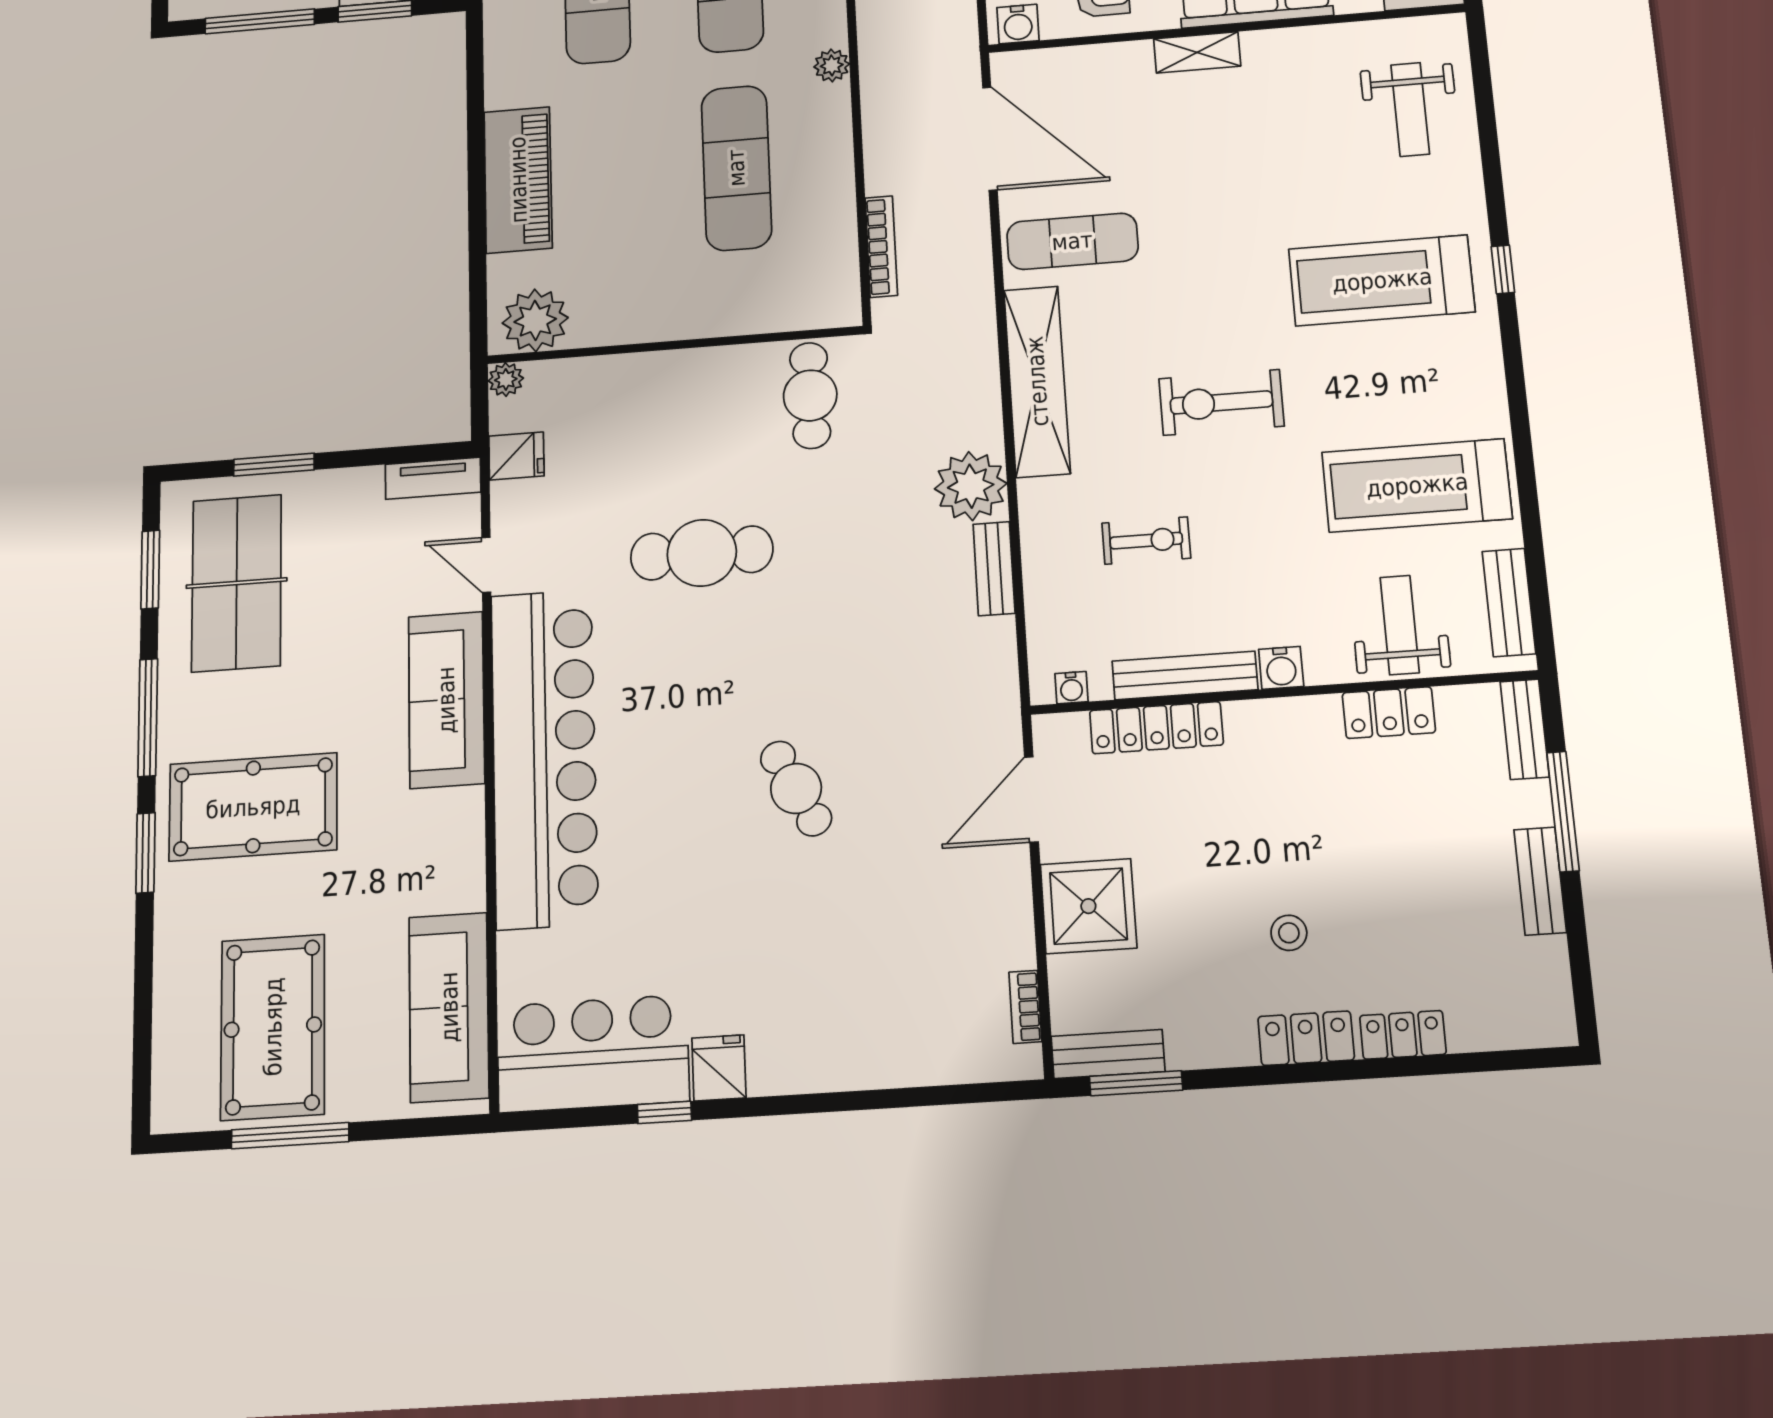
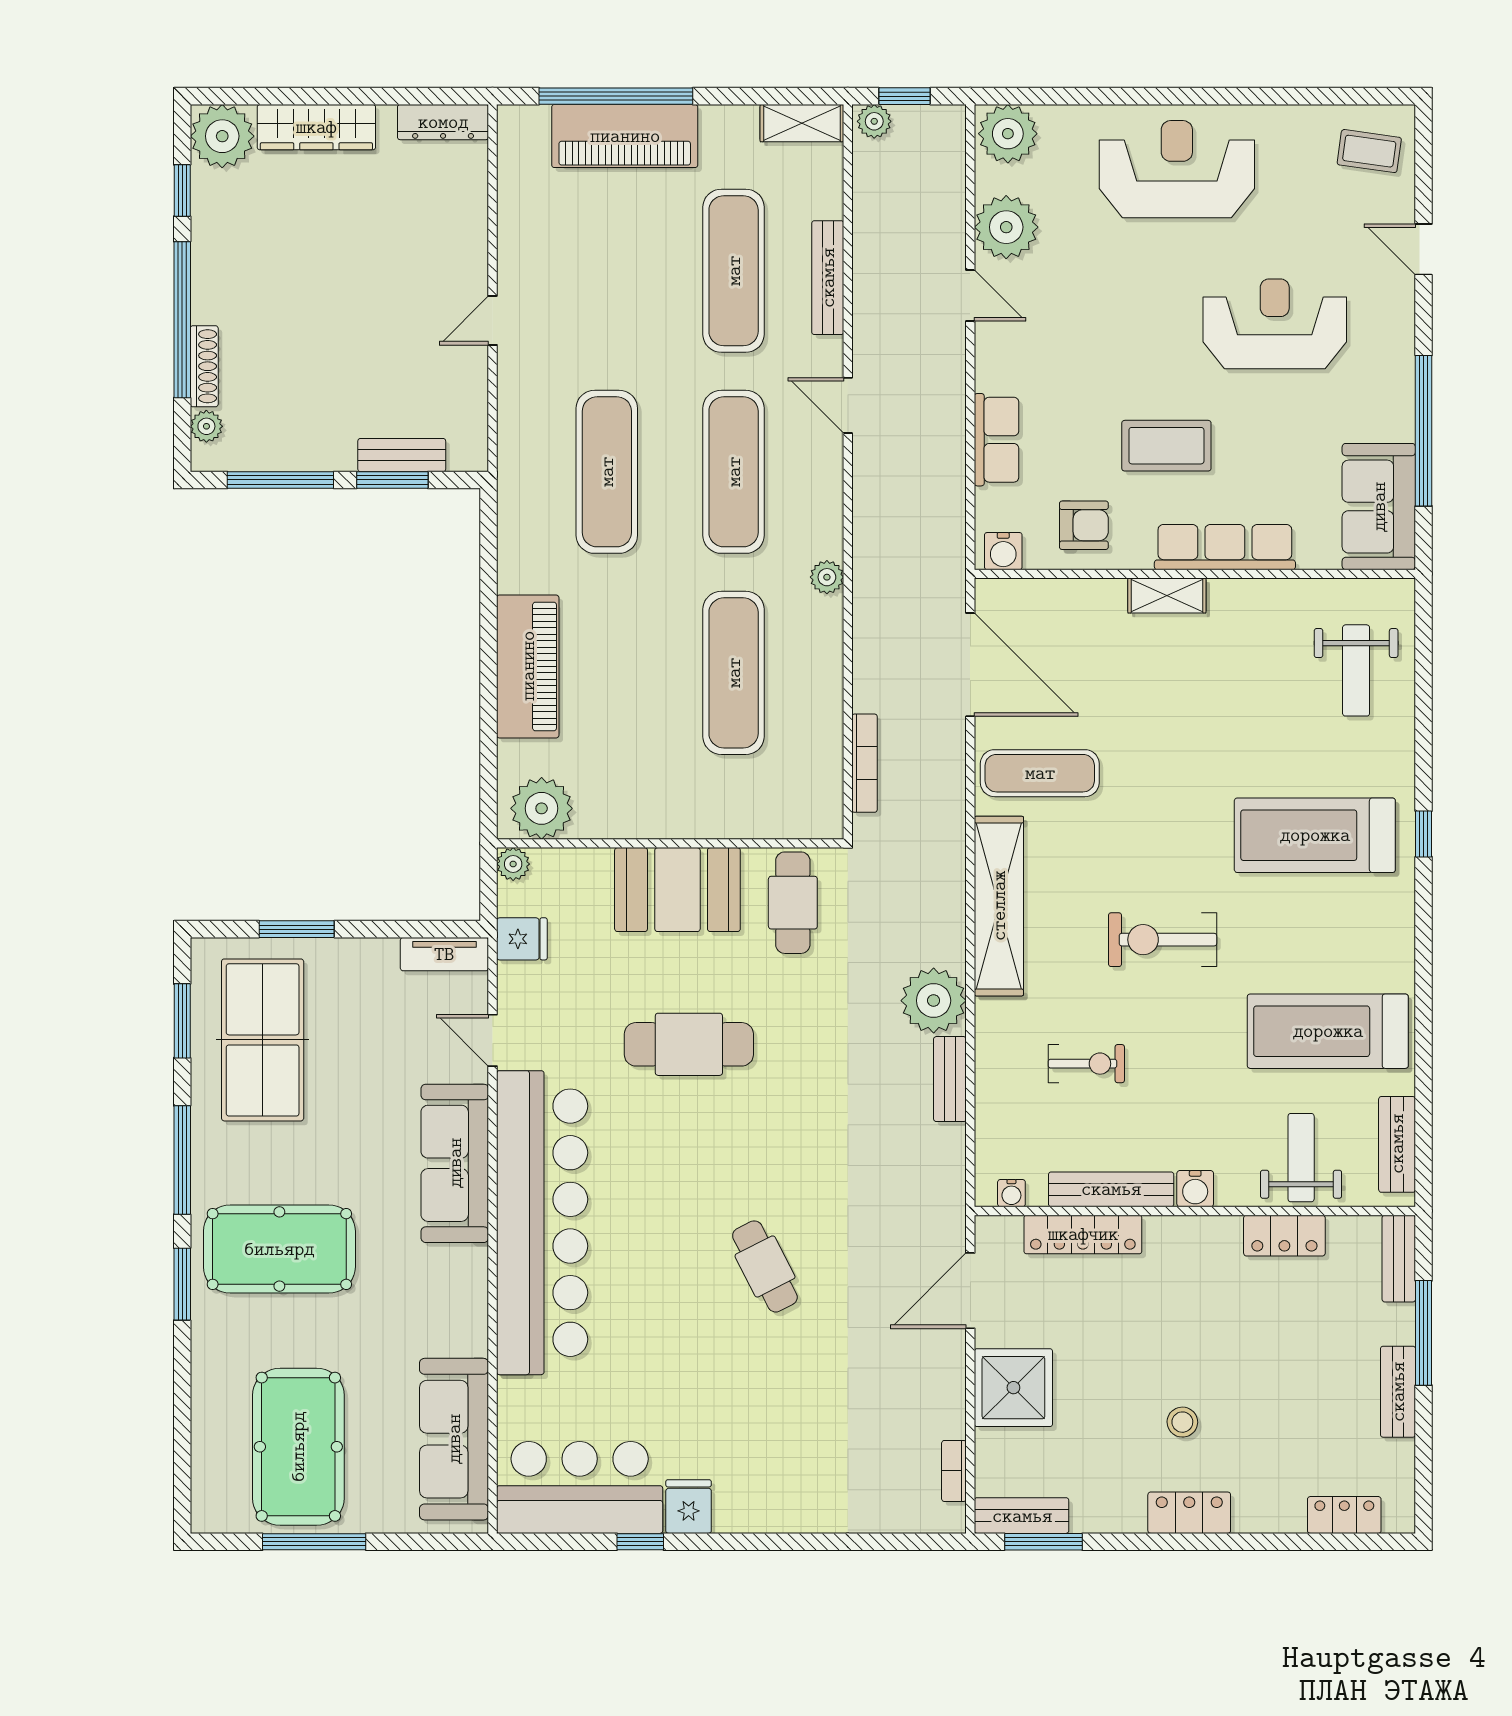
booth: (684, 392) -> (677, 890), added
locker: (1403, 1035) -> (1344, 1515), moved

